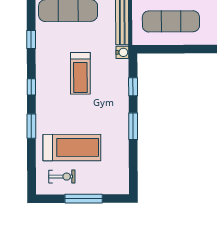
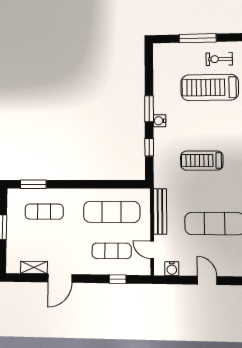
water cooler: (122, 52) -> (159, 121), moved
treadmill: (80, 73) -> (202, 161), turned -90

